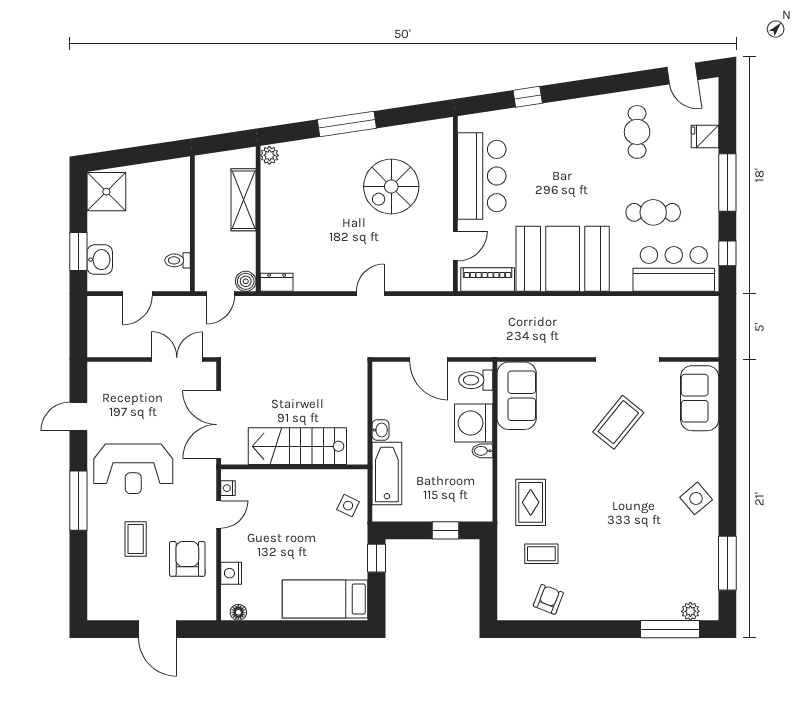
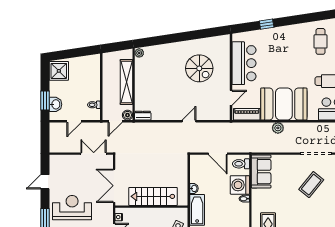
window: (347, 124) -> (177, 37), removed
spiral stairs: (391, 187) -> (199, 68), turned -90
shelving: (243, 200) -> (126, 82), width x1.47
plant: (551, 307) -> (278, 128), added
reception desk: (133, 469) -> (72, 208), turned 180

